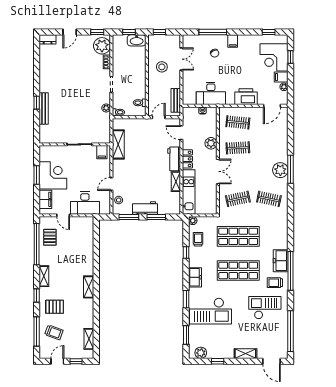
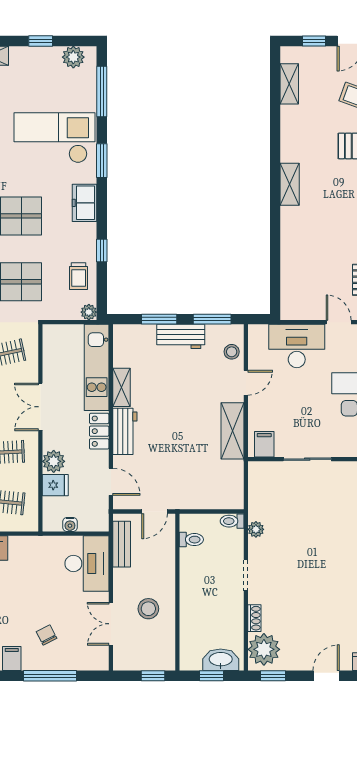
washbasin: (137, 40) -> (221, 660), moved
desk: (211, 93) -> (87, 563), moved, turned 90
fridge: (210, 131) -> (55, 485), added
shelving: (118, 144) -> (233, 431), moved
window: (186, 335) -> (102, 91), width x1.44

